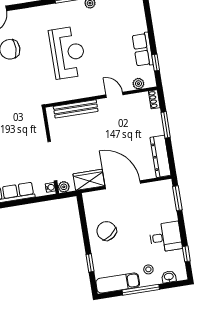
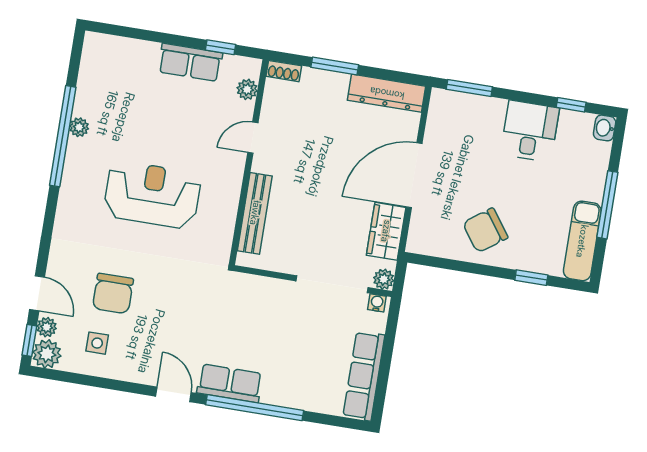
stool: (148, 269) -> (576, 180), removed
washbasin: (169, 277) -> (605, 128), moved

